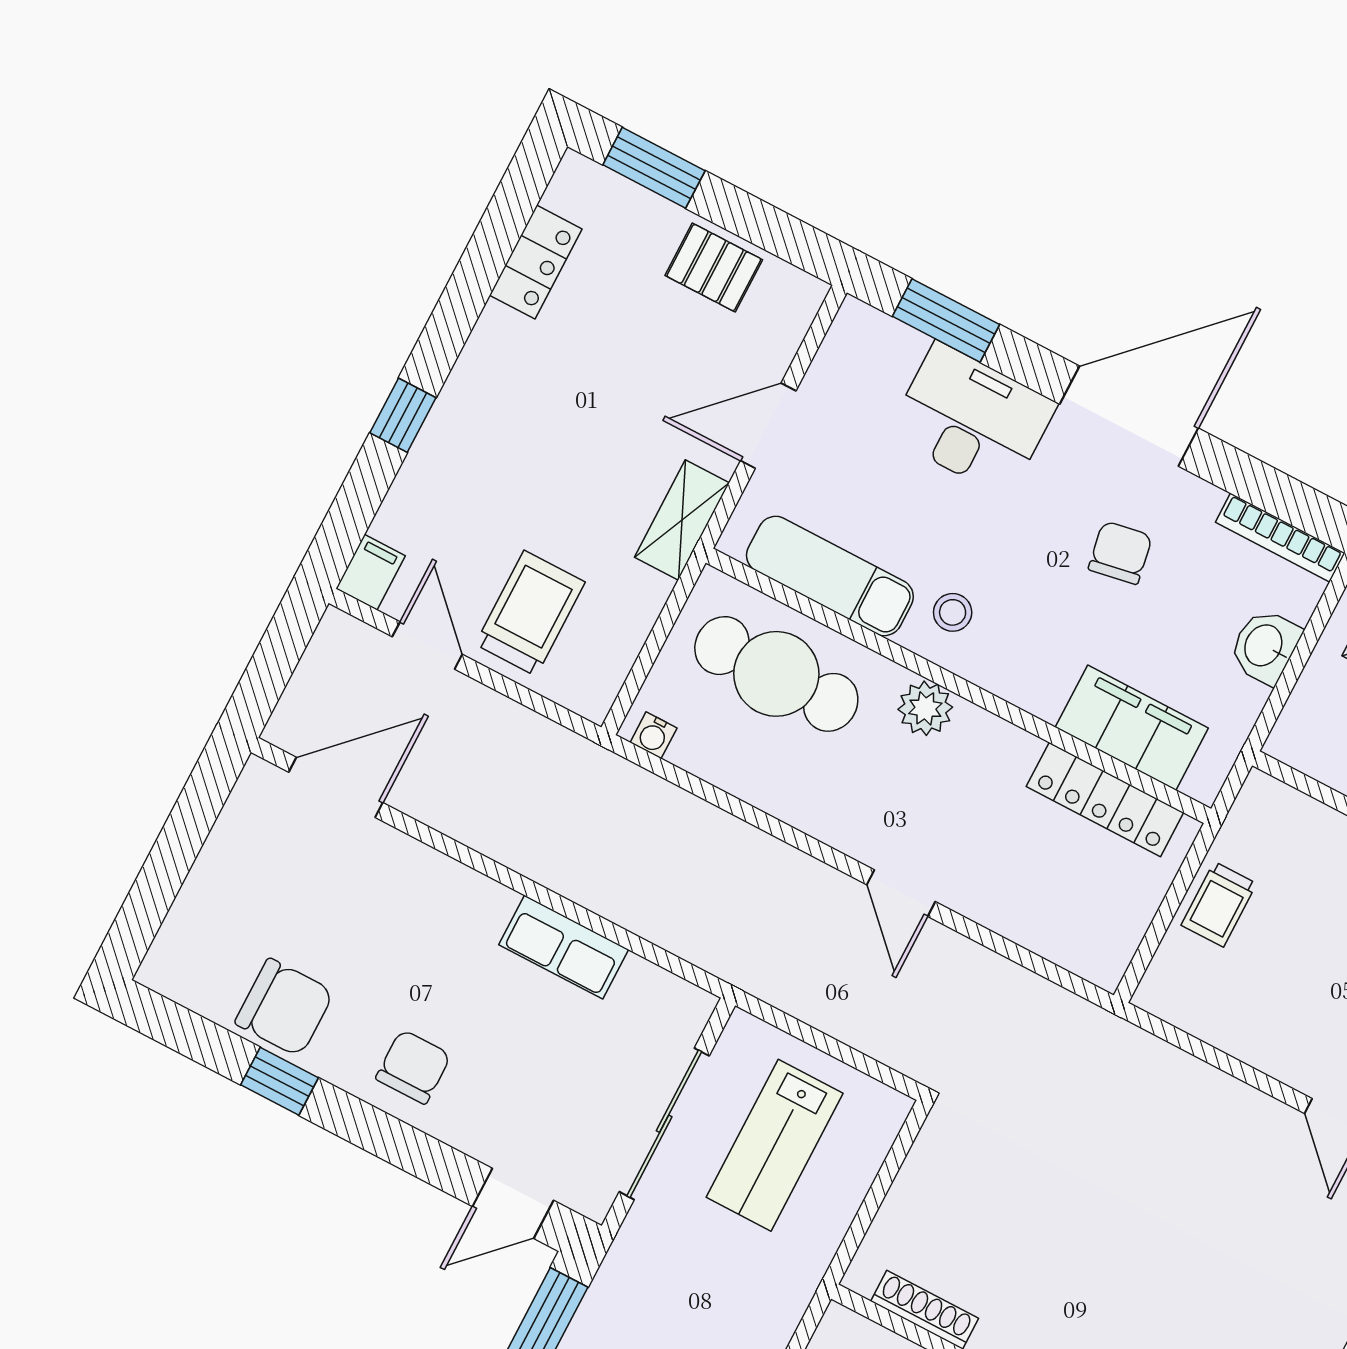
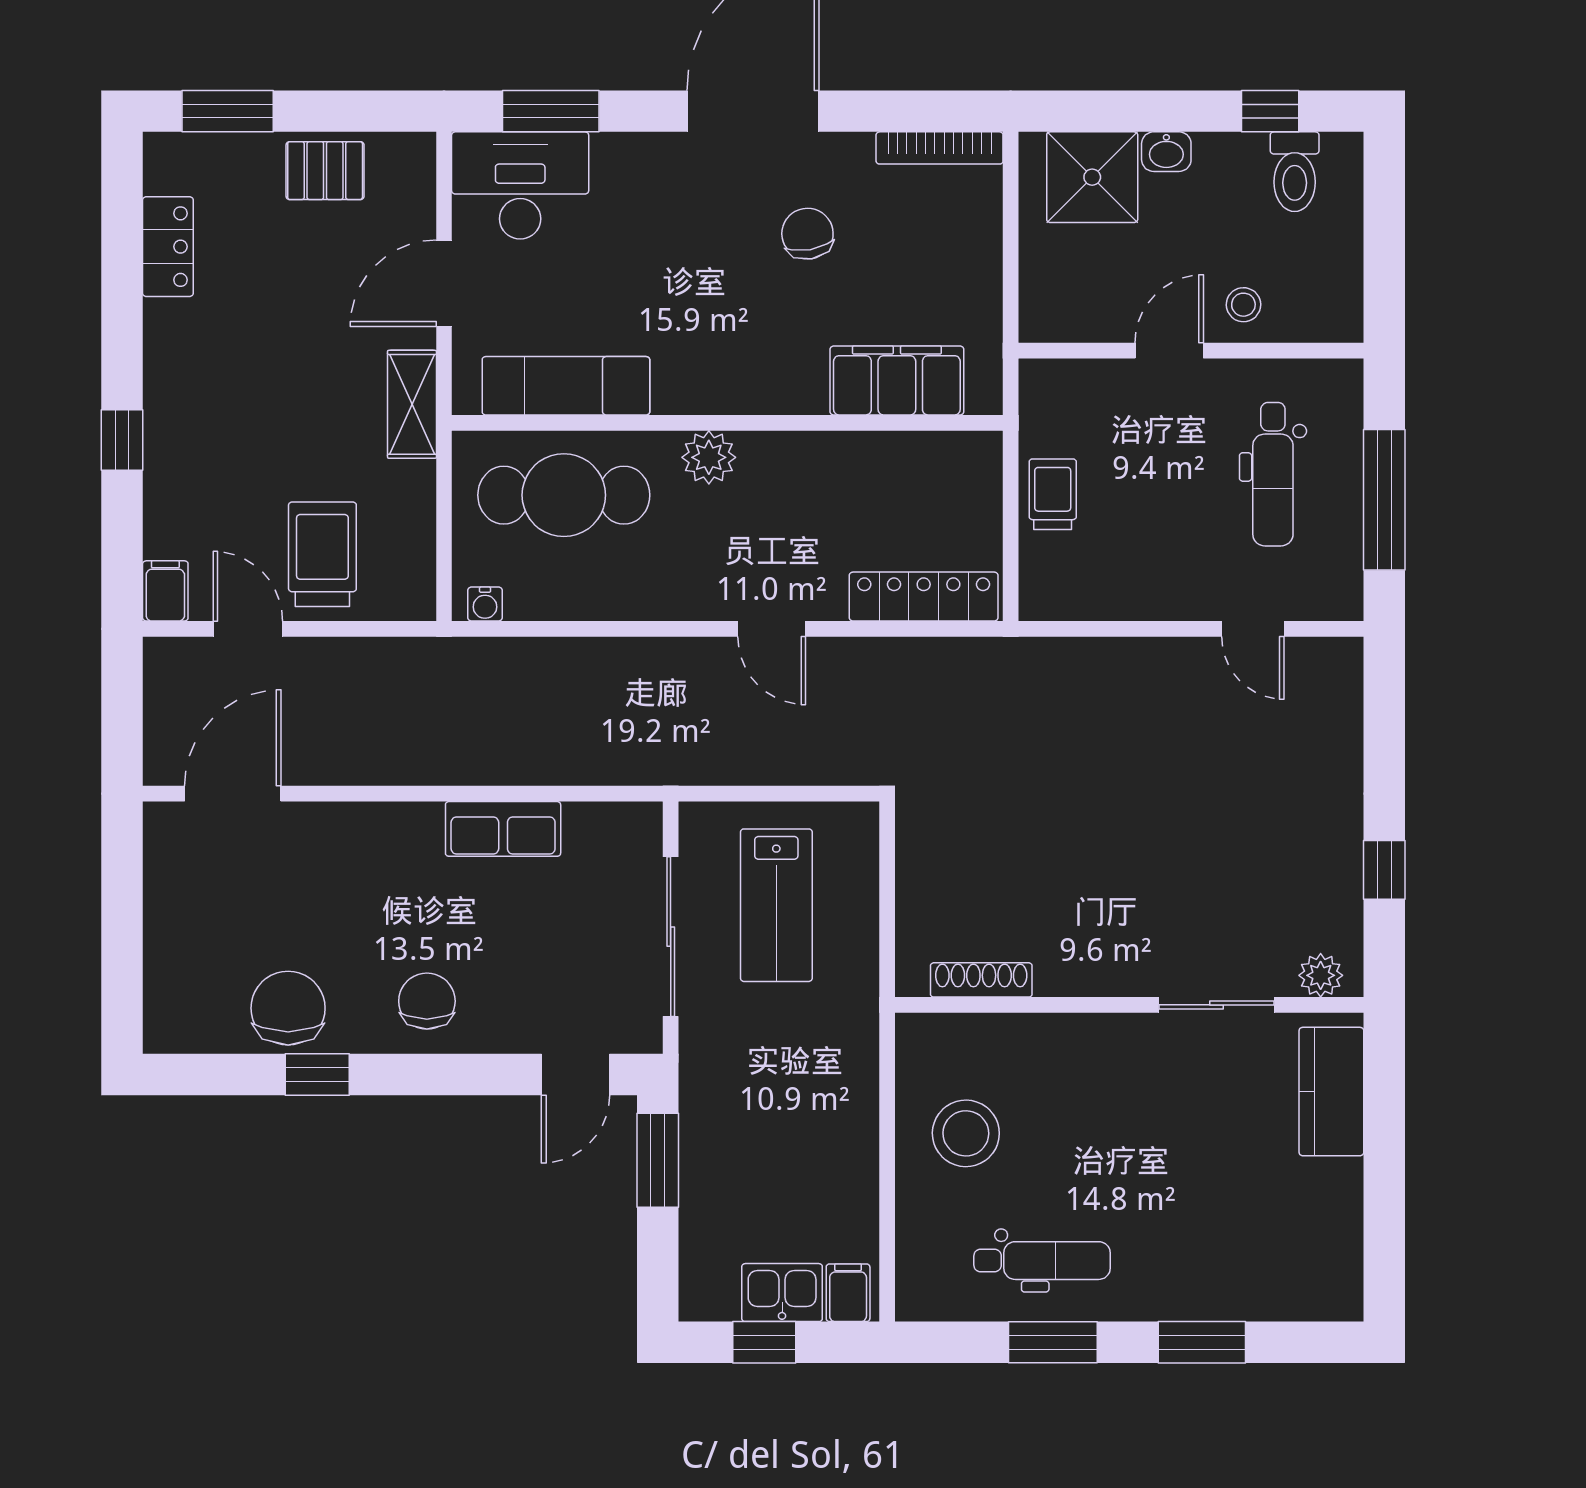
desk: (972, 420) -> (520, 185), moved
stool: (953, 612) -> (689, 362), removed
washbasin: (1265, 646) -> (975, 249), removed
locker: (1105, 800) -> (924, 597), moved, turned 180
trolley: (1219, 904) -> (1053, 494), turned 180
chair: (284, 1007) -> (288, 1008), turned -90

